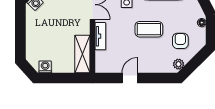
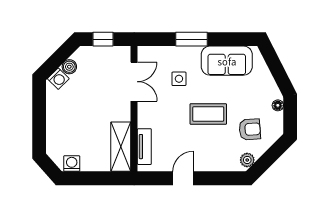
tv unit: (100, 36) -> (144, 147), moved
armchair: (180, 41) -> (250, 129), turned 86

